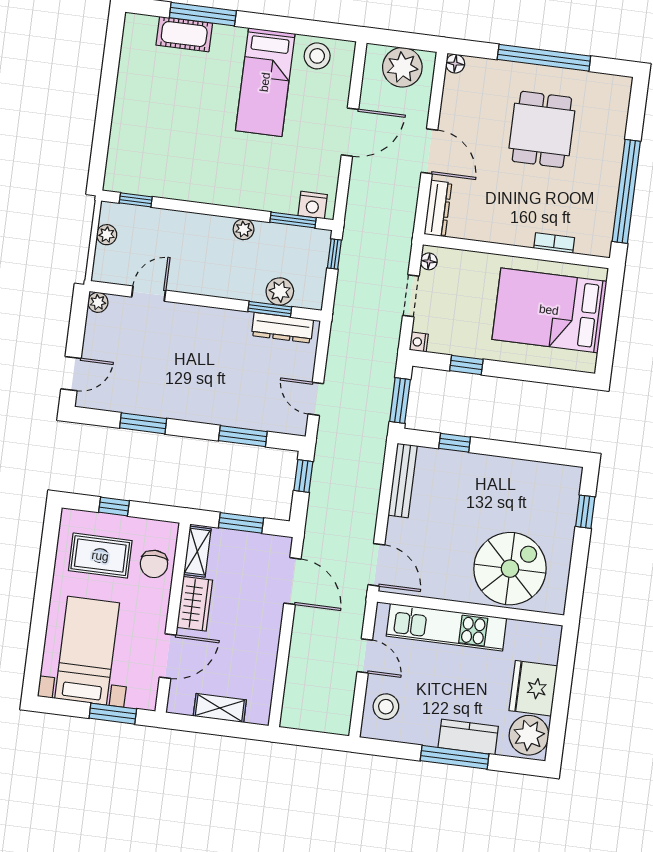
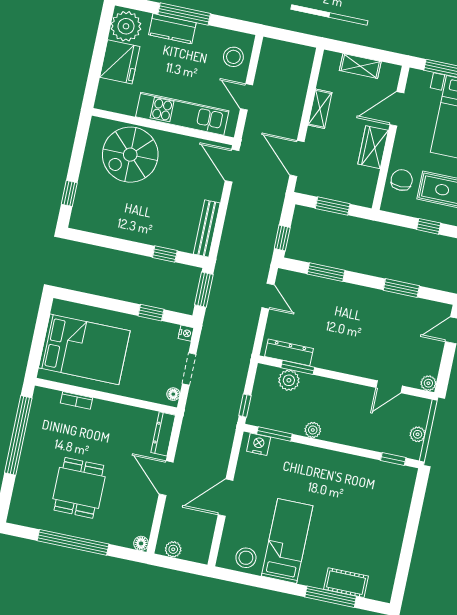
plant: (402, 67) -> (173, 549), width x0.53, depth x0.53
shelving: (197, 552) -> (320, 109), moved

